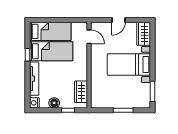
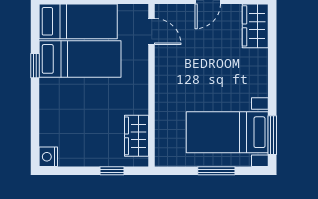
bed with nightstands: (129, 64) -> (227, 132), moved
tv unit: (34, 79) -> (48, 111), removed
floor lamp: (54, 103) -> (86, 157), removed

